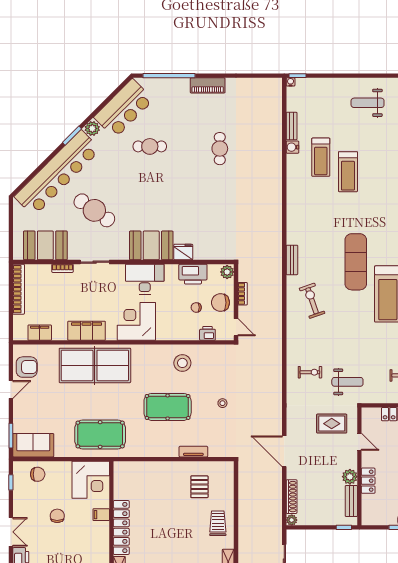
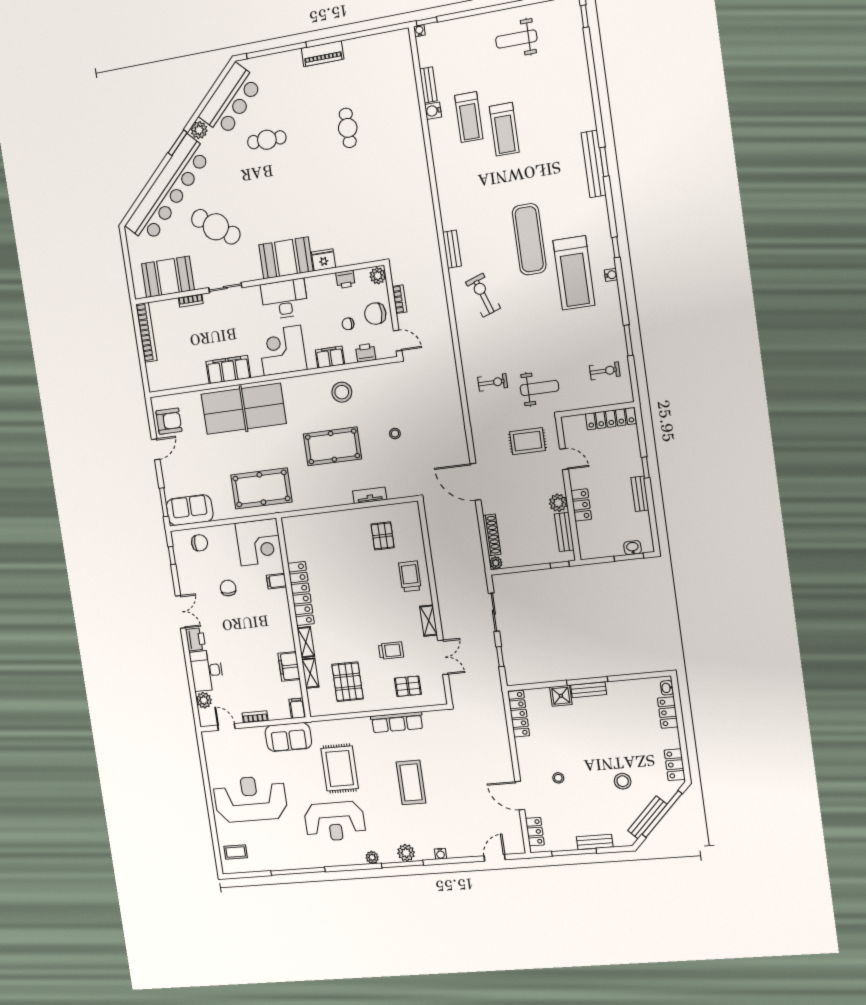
printer: (193, 274) -> (345, 279), width x0.53, depth x0.68
filing cabinet: (40, 333) -> (330, 357), moved

